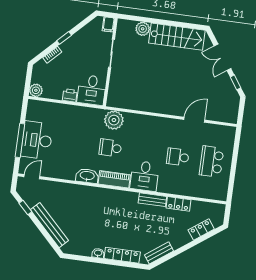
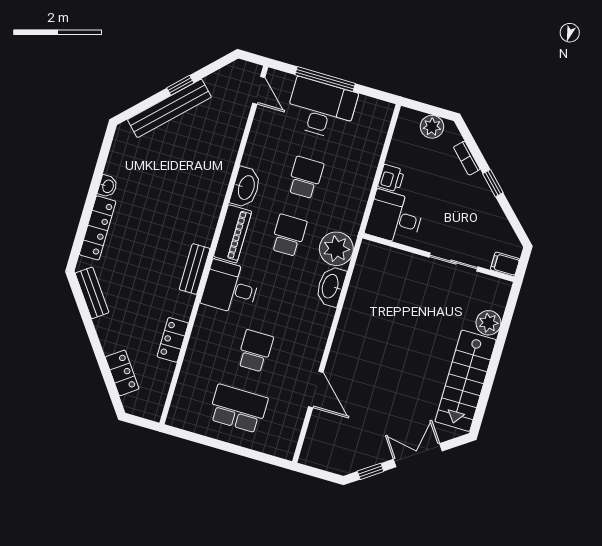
plant: (36, 90) -> (432, 127), moved
washbasin: (135, 120) -> (331, 286), added
school desk: (77, 143) -> (305, 177), added
bench: (152, 200) -> (195, 269), moved
window: (25, 207) -> (180, 85), moved

